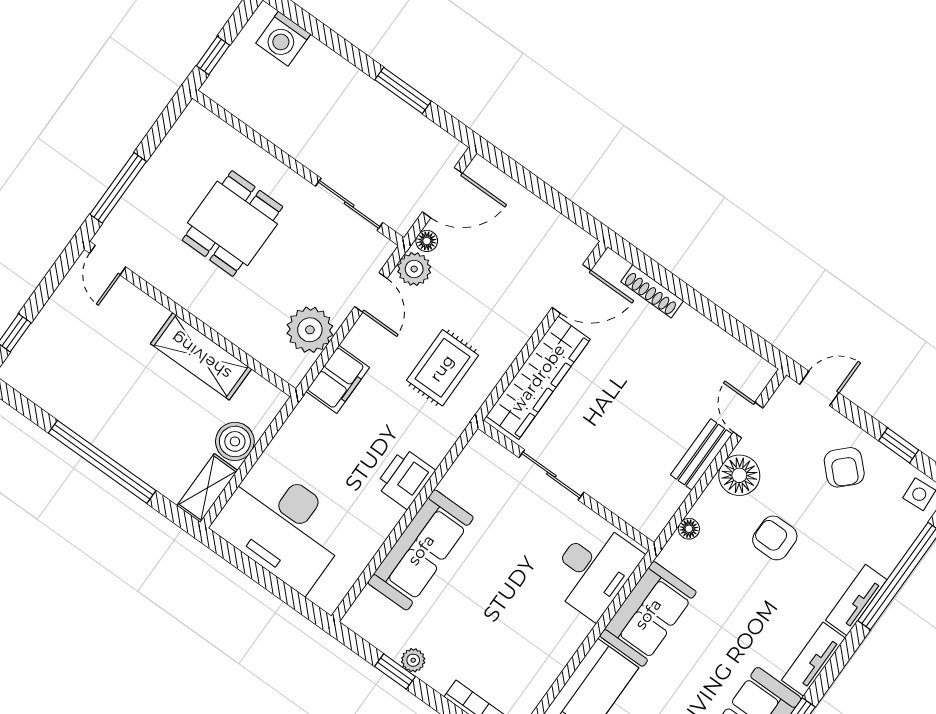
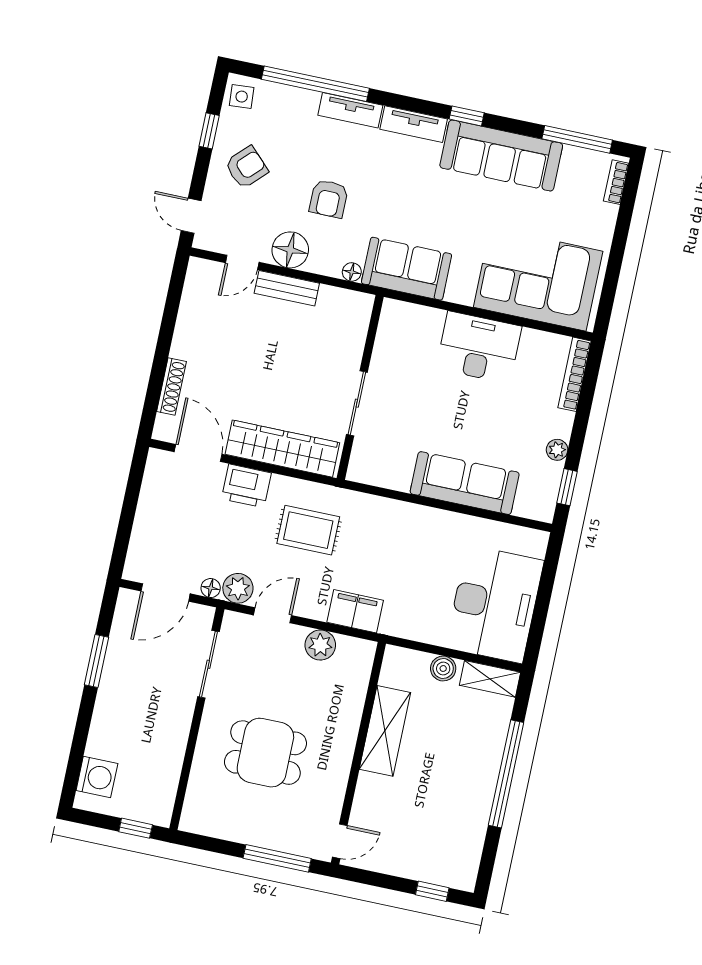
door: (442, 193) -> (166, 592), swing flipped
plant: (310, 330) -> (320, 645), width x0.73, depth x0.73
boiler: (235, 441) -> (443, 669), width x0.73, depth x0.73
printer: (405, 478) -> (246, 486), moved
desk: (594, 570) -> (479, 347), moved
sofa: (648, 614) -> (407, 269), moved
window: (395, 671) -> (567, 487), moved

